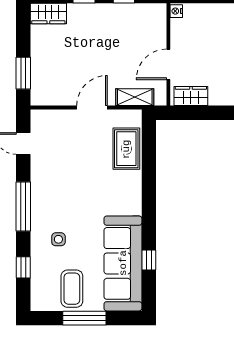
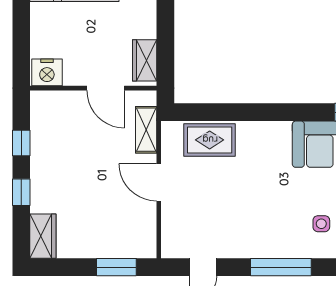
nightstand: (176, 11) -> (47, 72), width x1.89, depth x1.79

